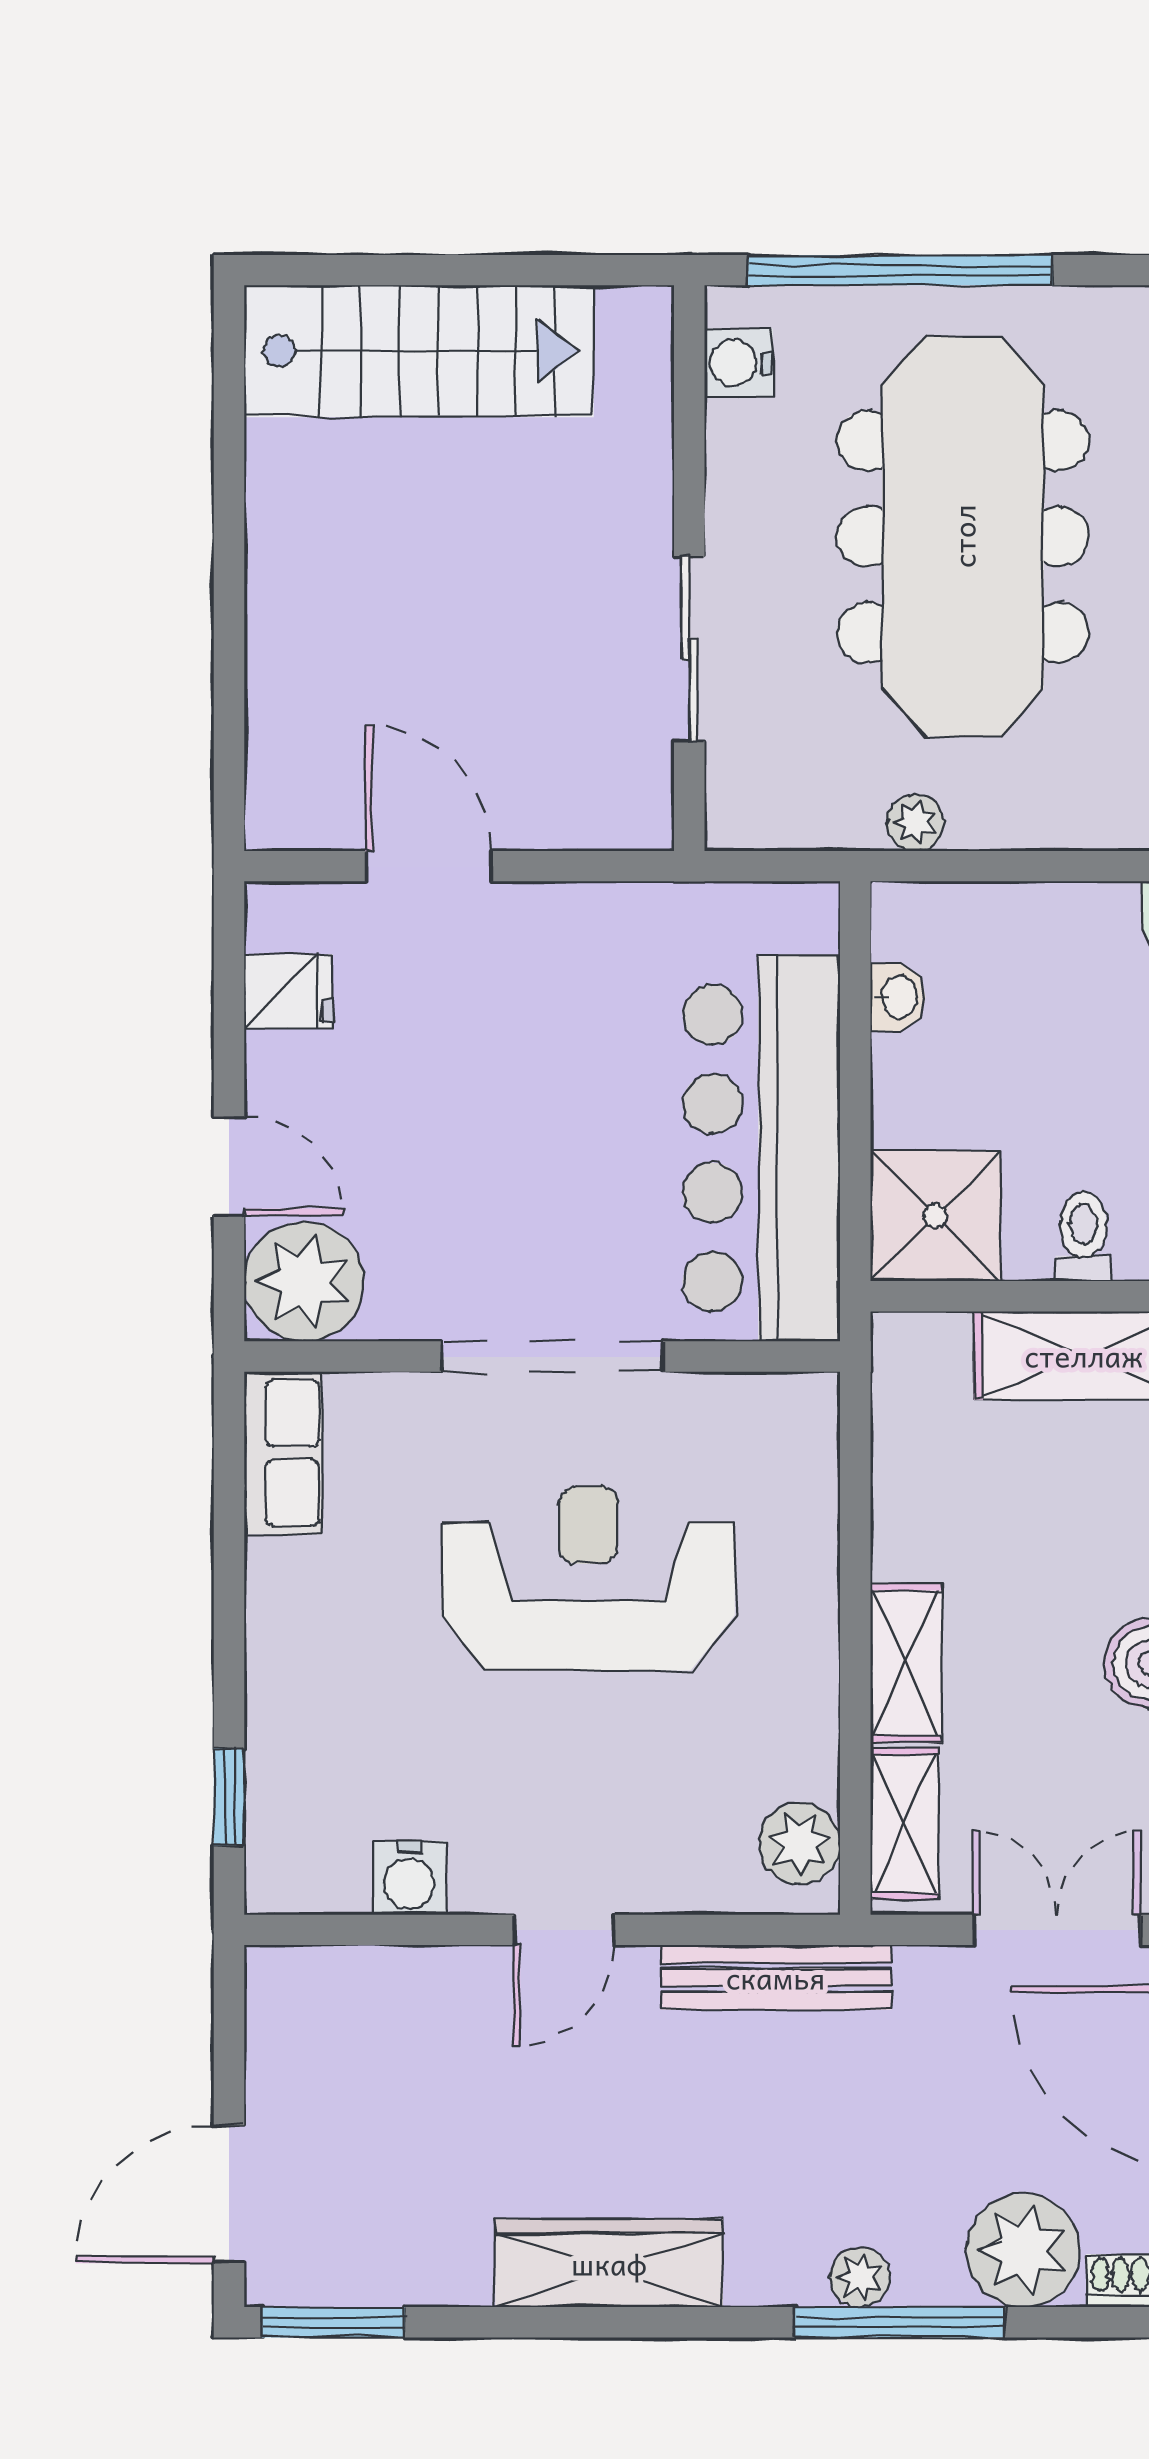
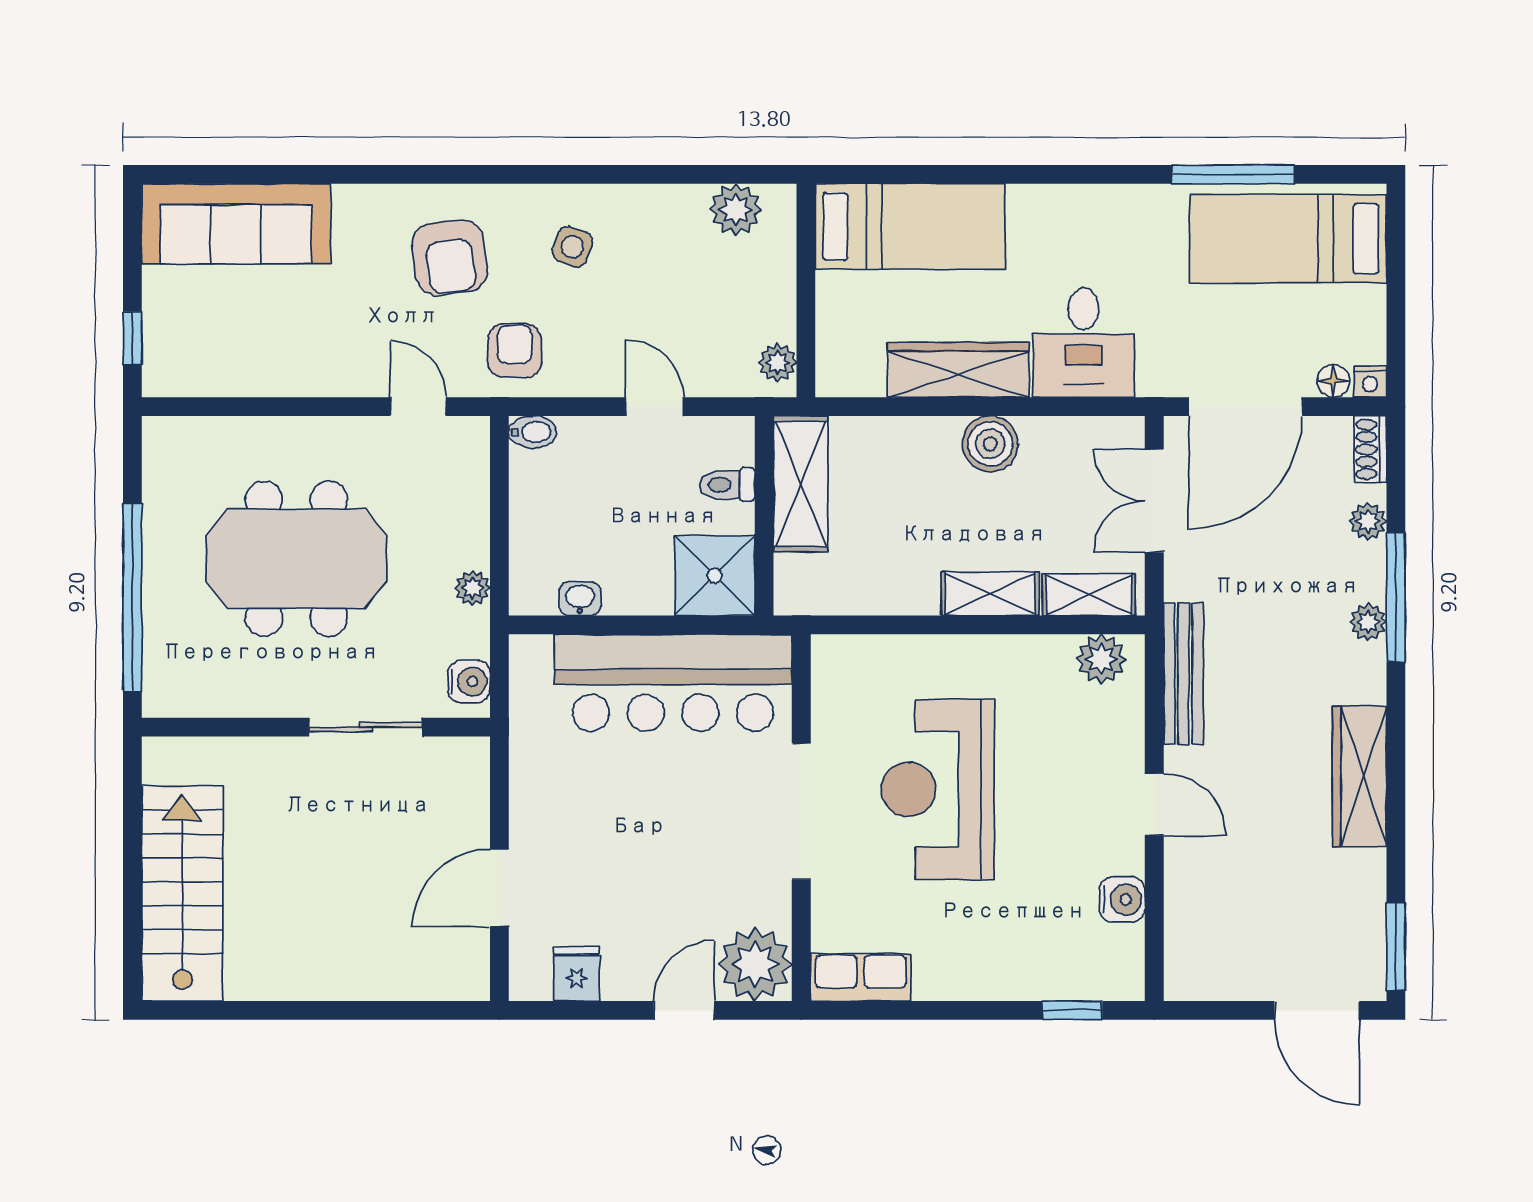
water cooler: (739, 363) -> (469, 682), moved, turned -90
meeting table: (963, 536) -> (296, 559), width x0.73
plant: (1023, 2250) -> (1368, 521), width x0.53, depth x0.53

